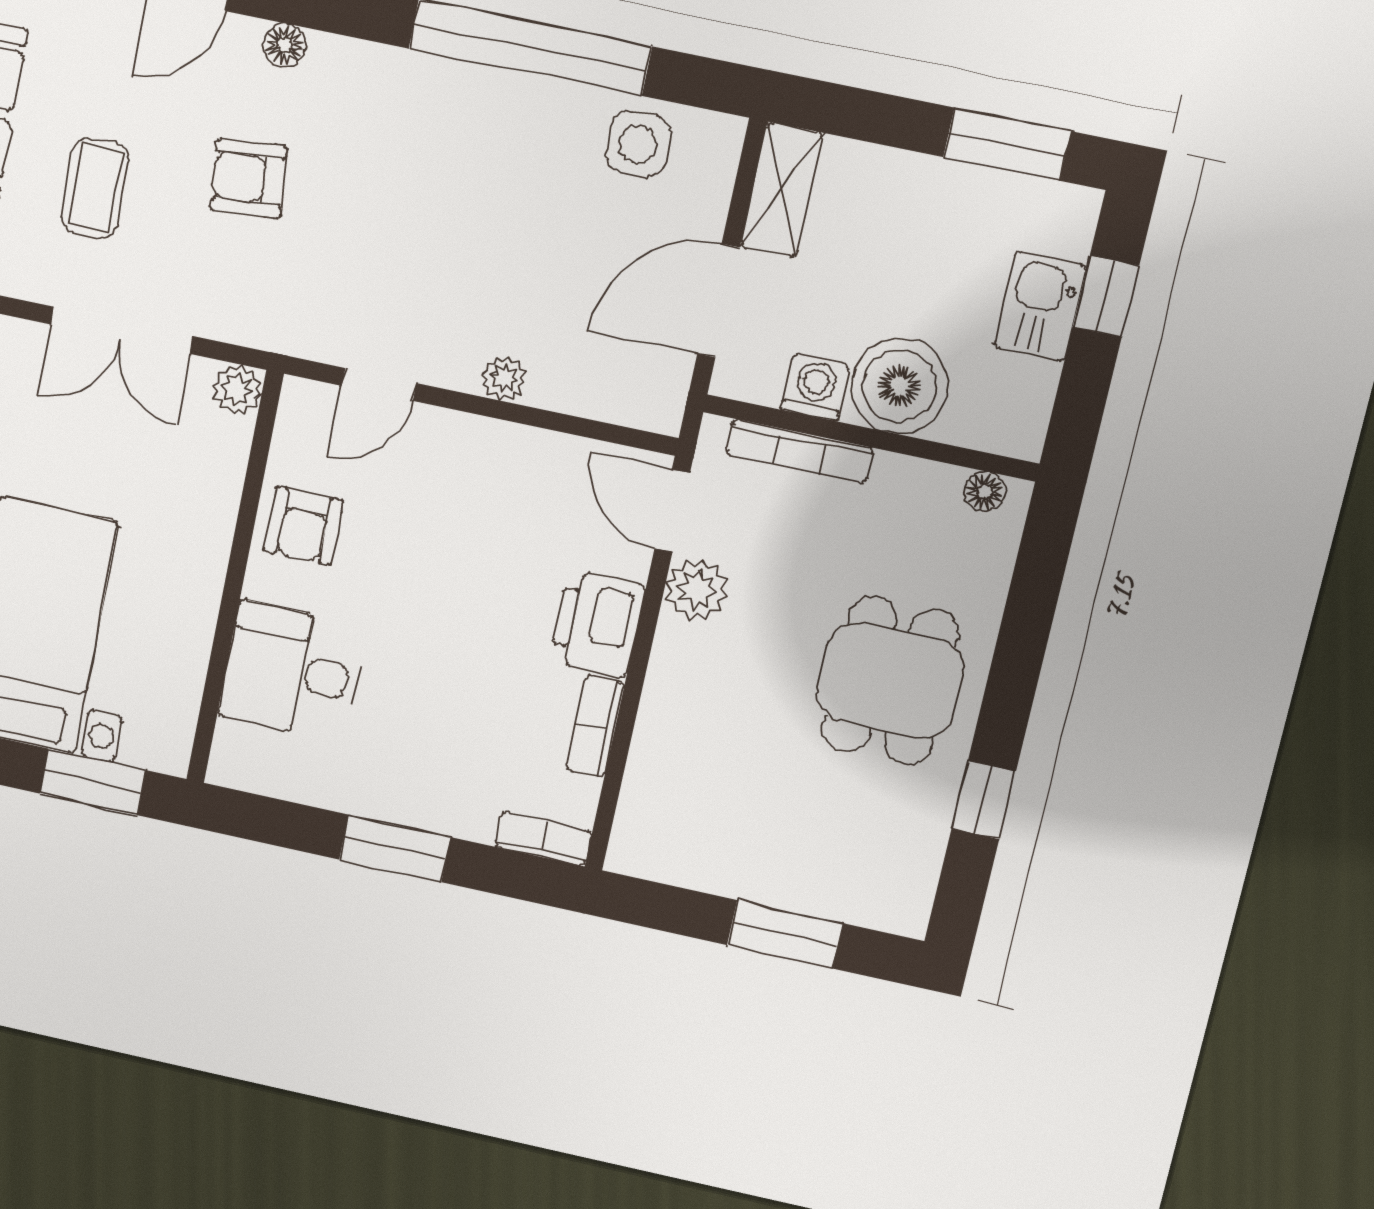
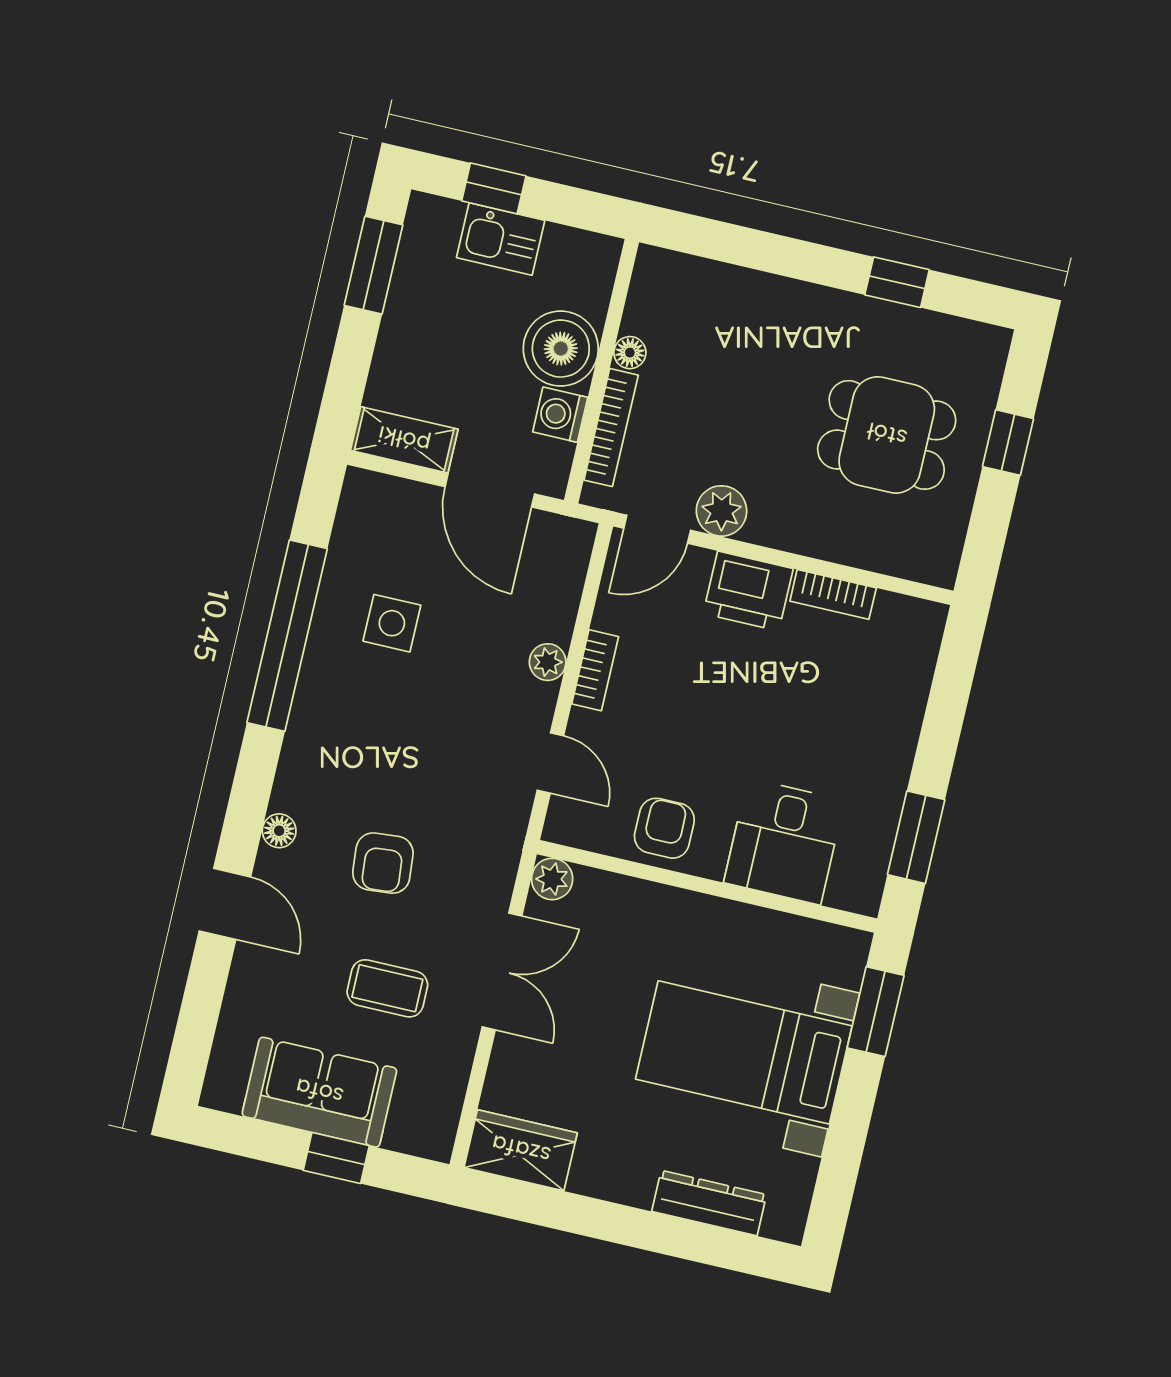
side table: (638, 144) -> (392, 623), moved
floor lamp: (985, 492) -> (630, 353), moved
armchair: (304, 526) -> (664, 828), turned -90
dining table: (890, 681) -> (887, 435), moved
bookcase: (543, 839) -> (595, 670), moved, turned 180
window: (395, 848) -> (916, 837), moved
window: (785, 934) -> (1008, 443), width x0.67

